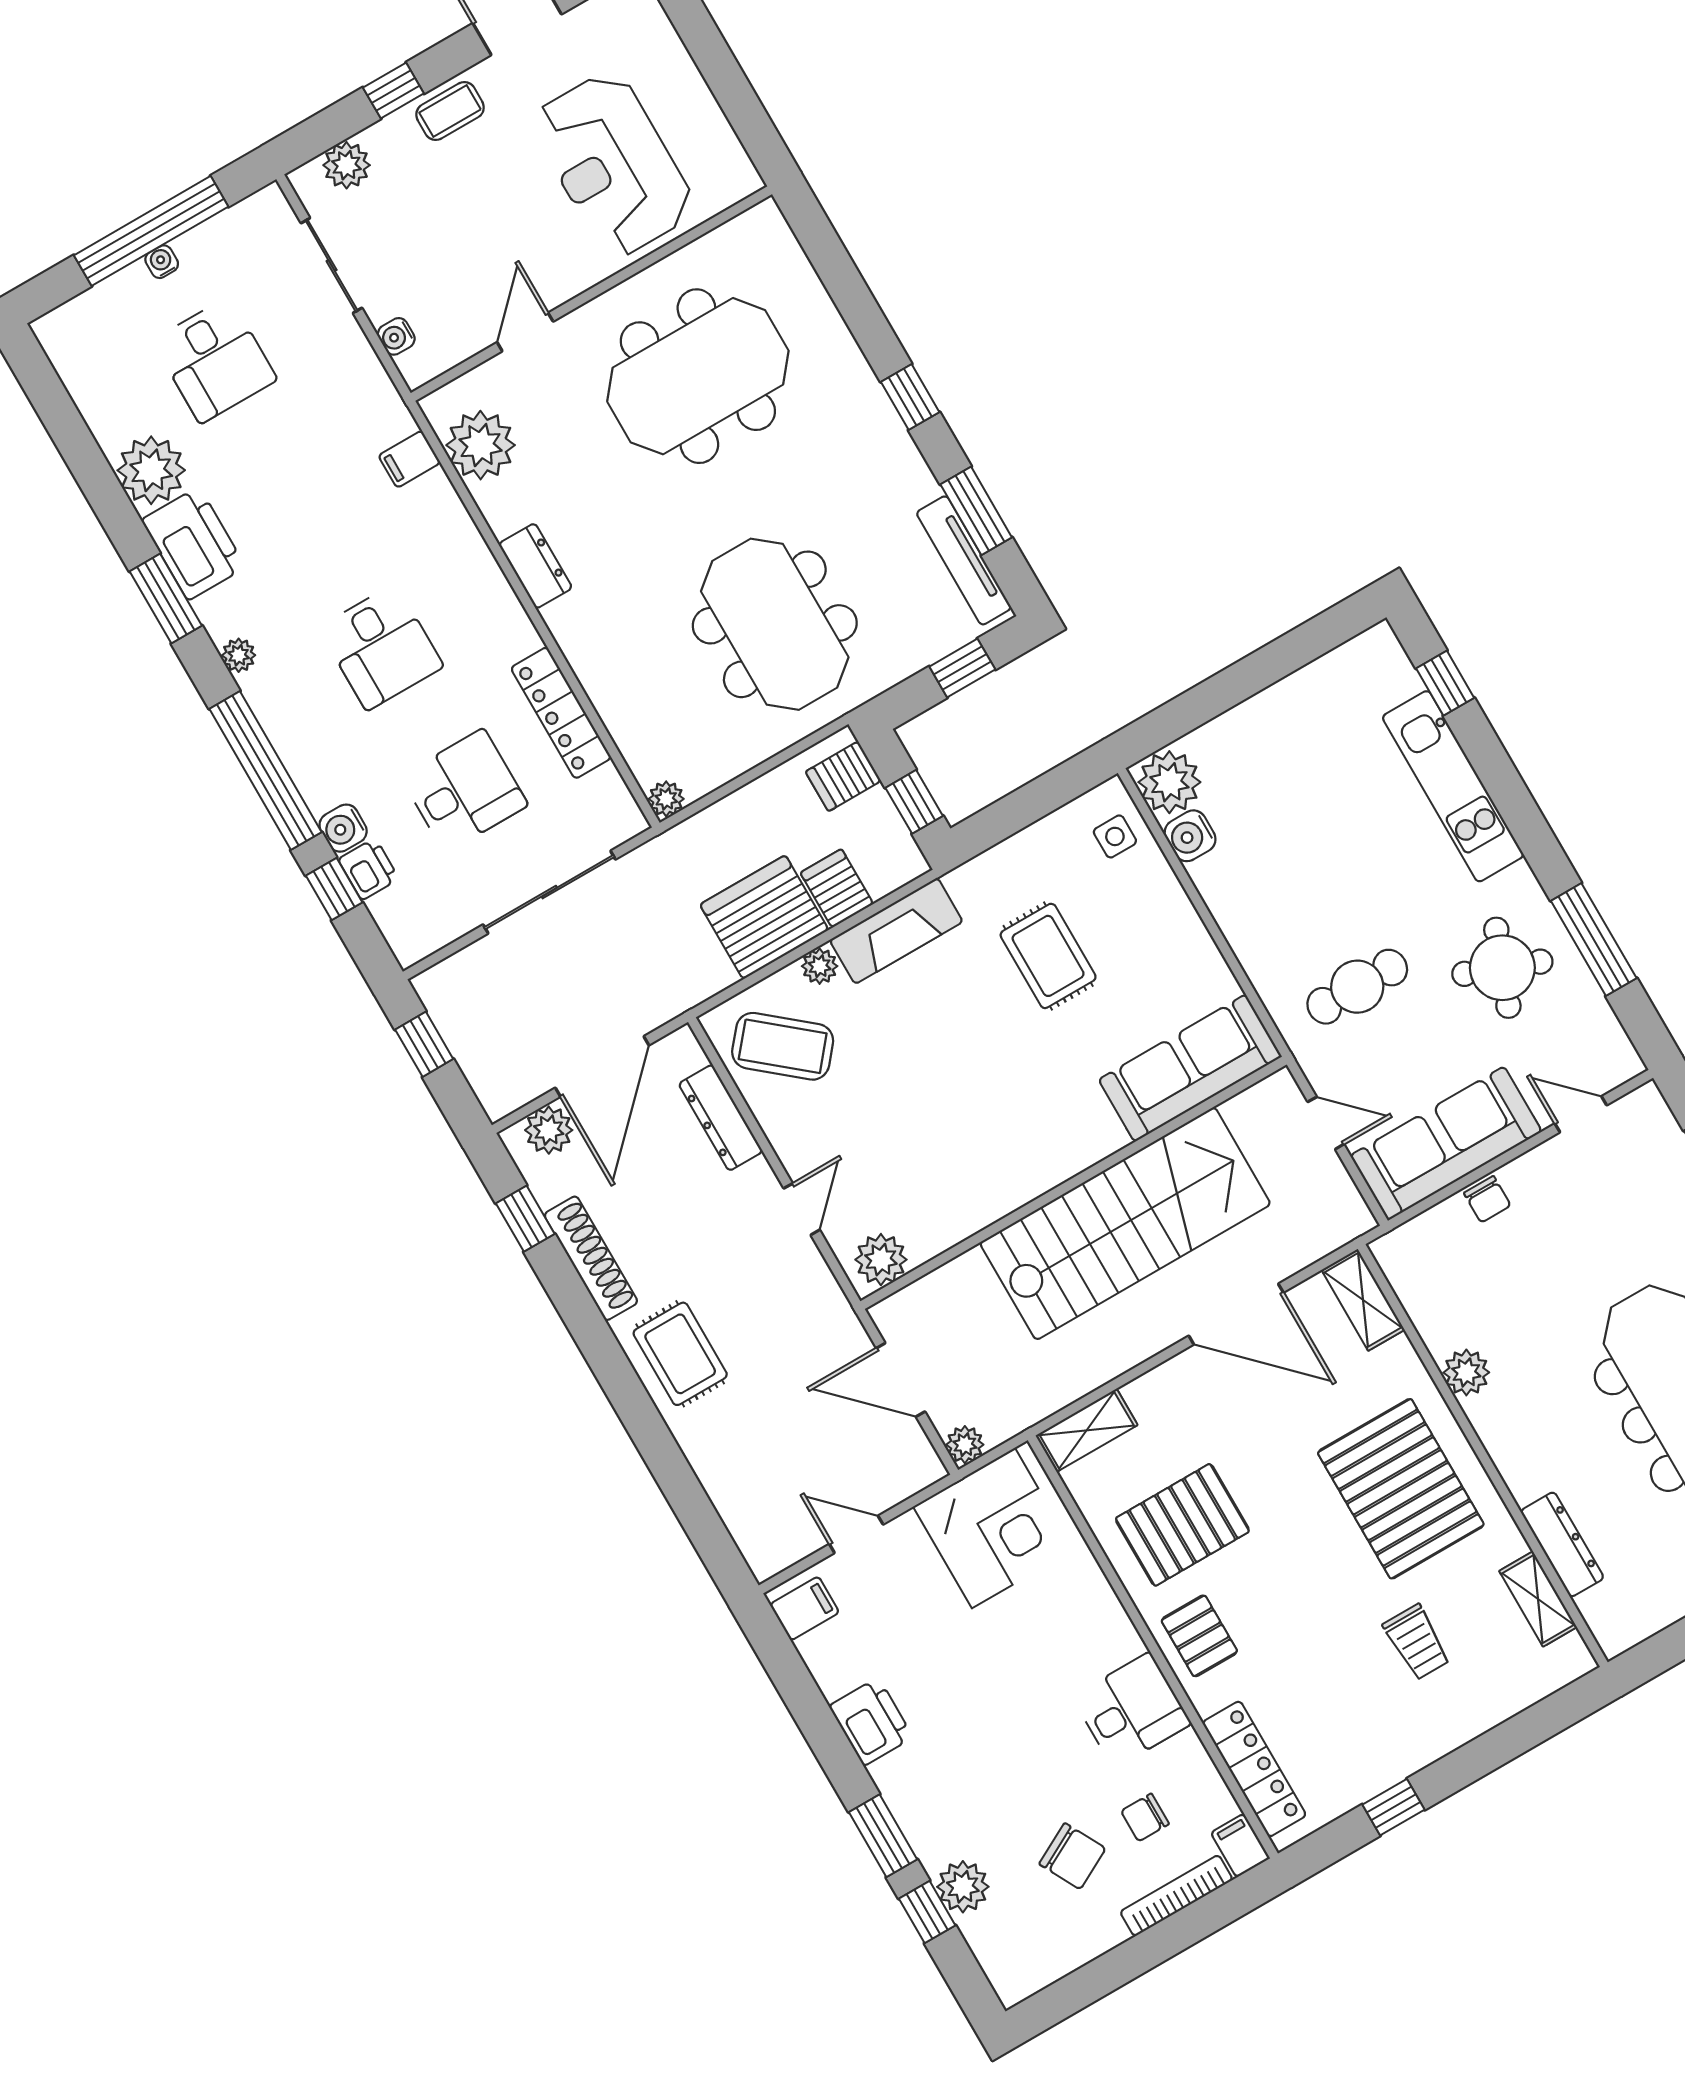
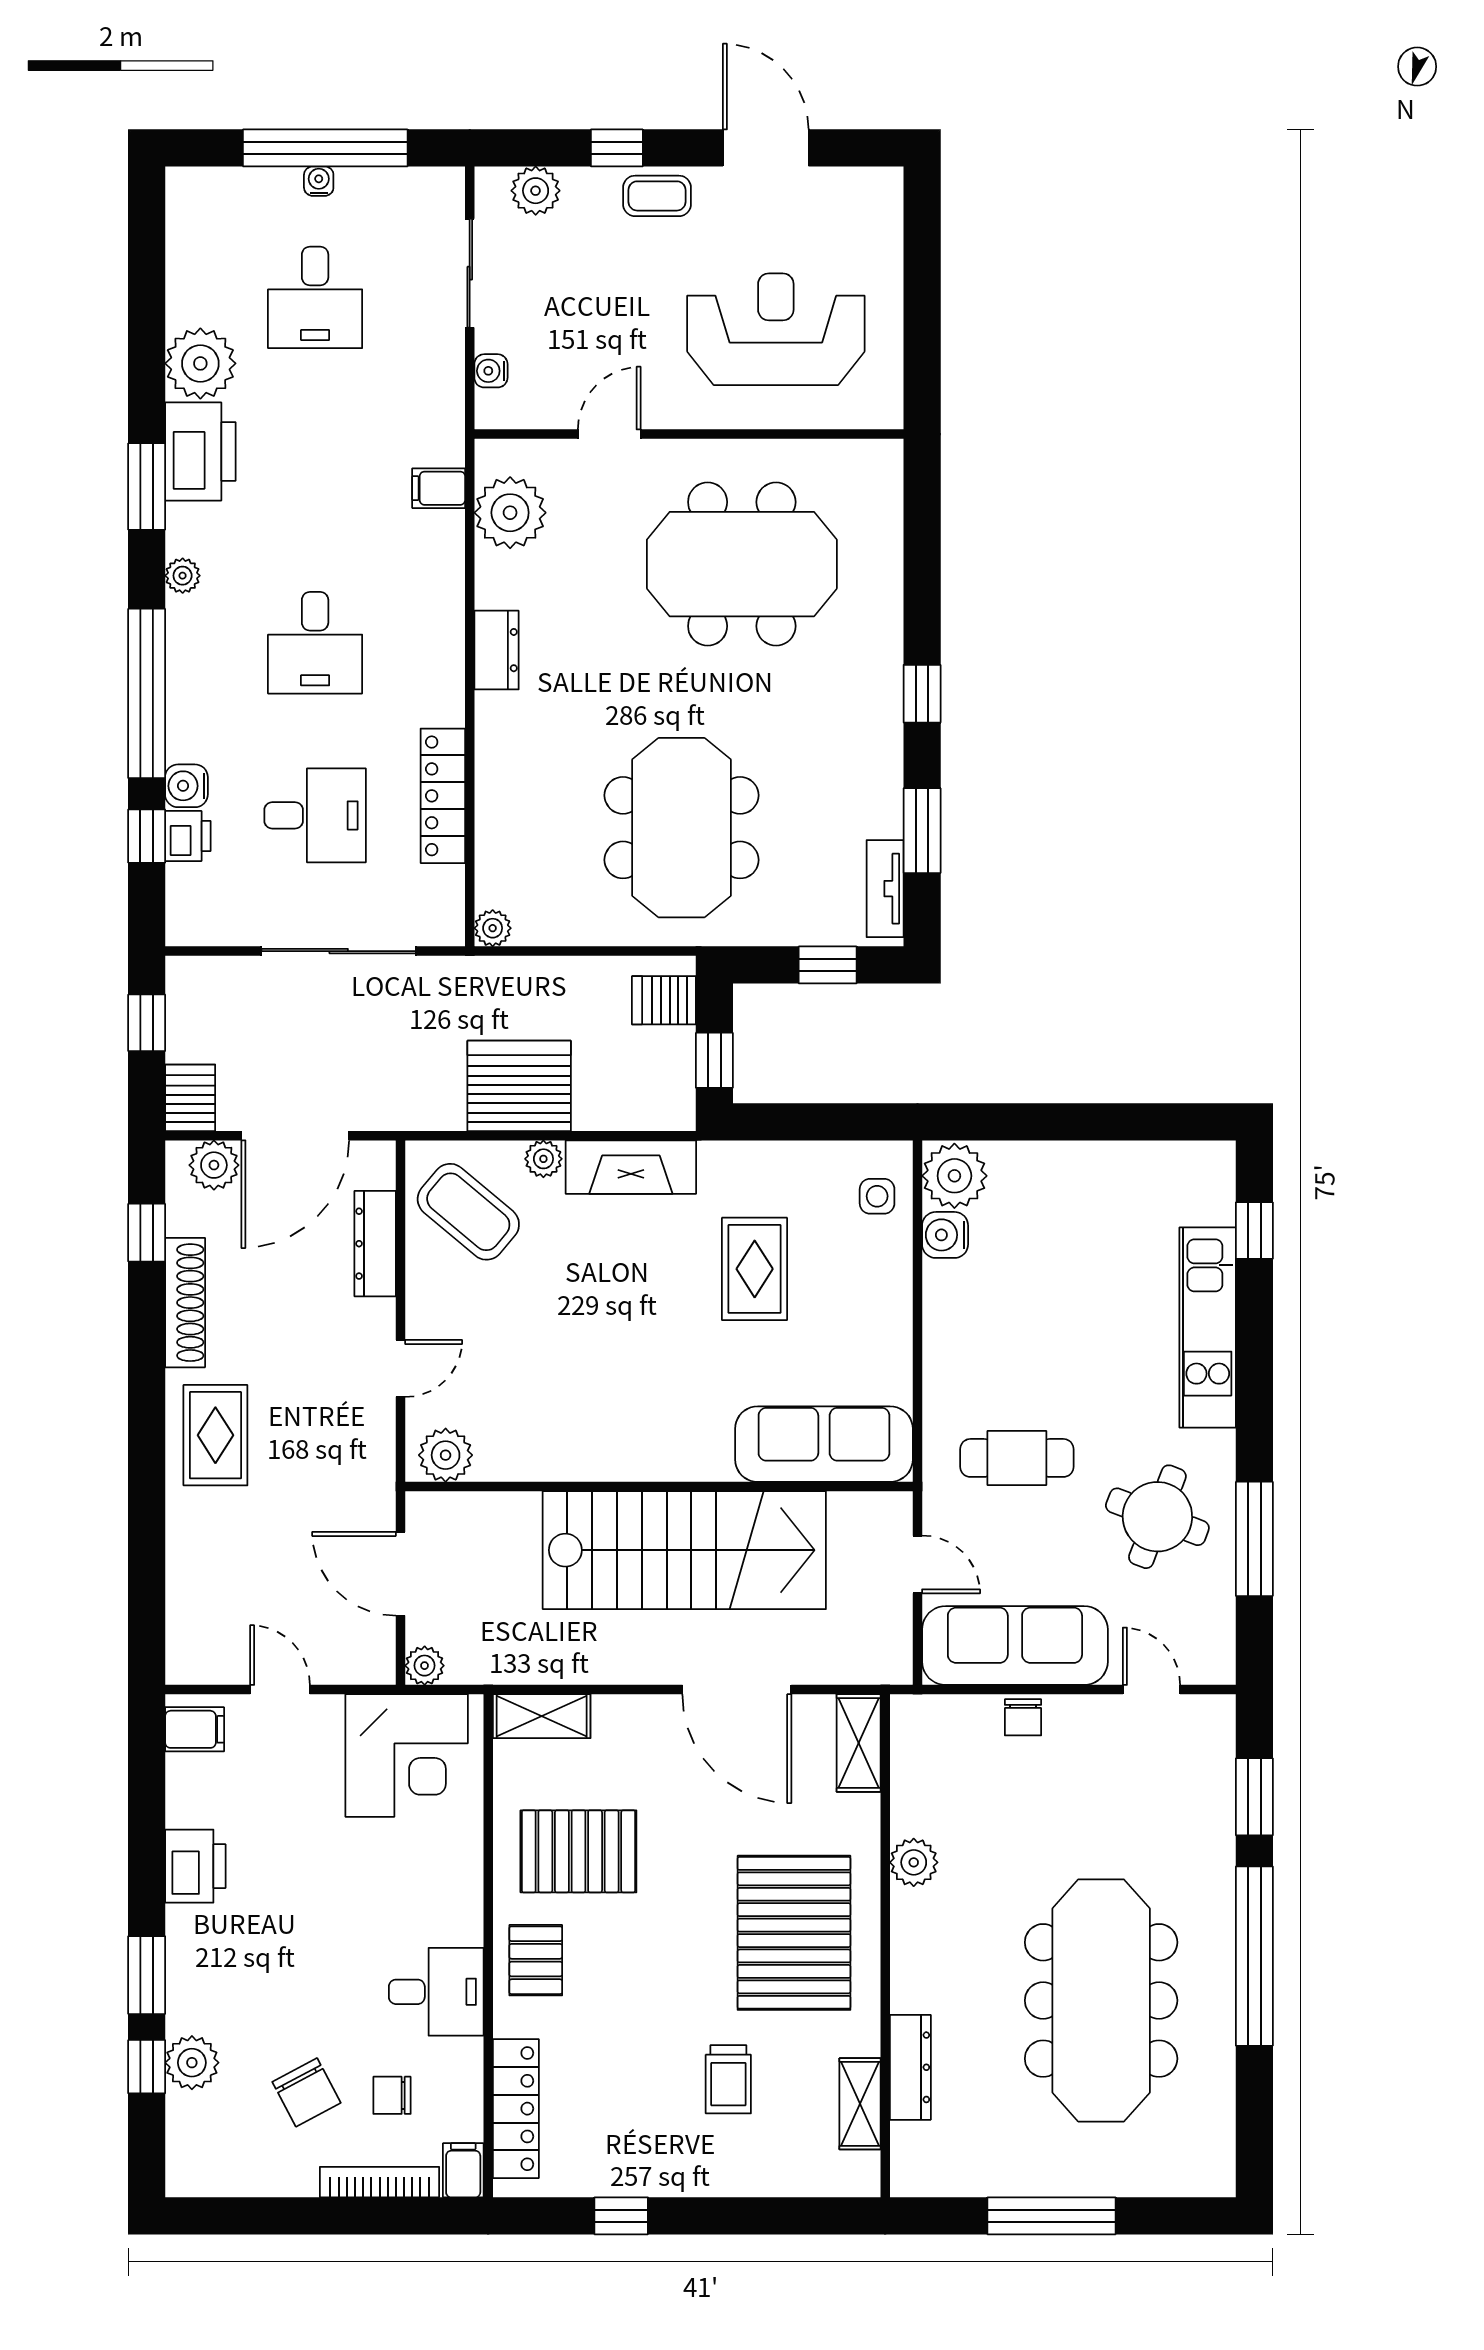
reception desk: (613, 165) -> (776, 329), turned 90
tv unit: (964, 560) -> (885, 889), width x0.71
server rack: (837, 888) -> (190, 1098), moved

